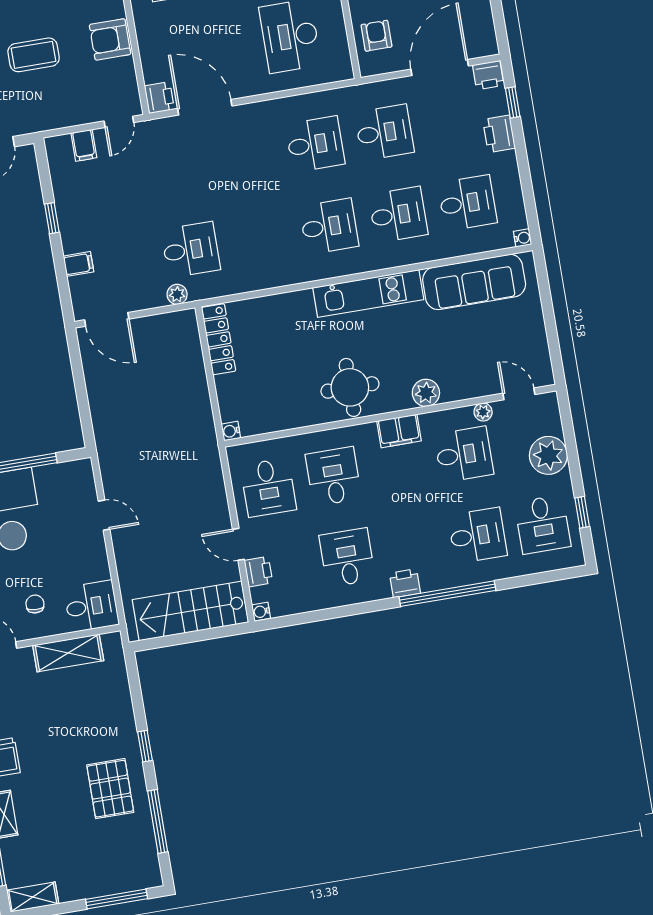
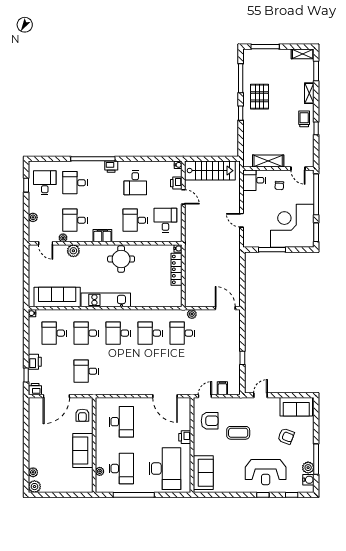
armchair: (110, 39) -> (210, 421), moved
printer: (159, 98) -> (185, 437), moved
desk: (315, 144) -> (150, 333), moved
filing cabinet: (78, 264) -> (234, 335), removed
locker: (219, 339) -> (177, 269), moved
plant: (426, 393) -> (73, 251), moved
plant: (548, 455) -> (33, 217), width x0.53, depth x0.53
desk: (333, 476) -> (135, 220), turned 90

